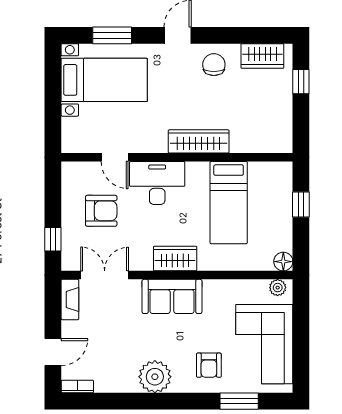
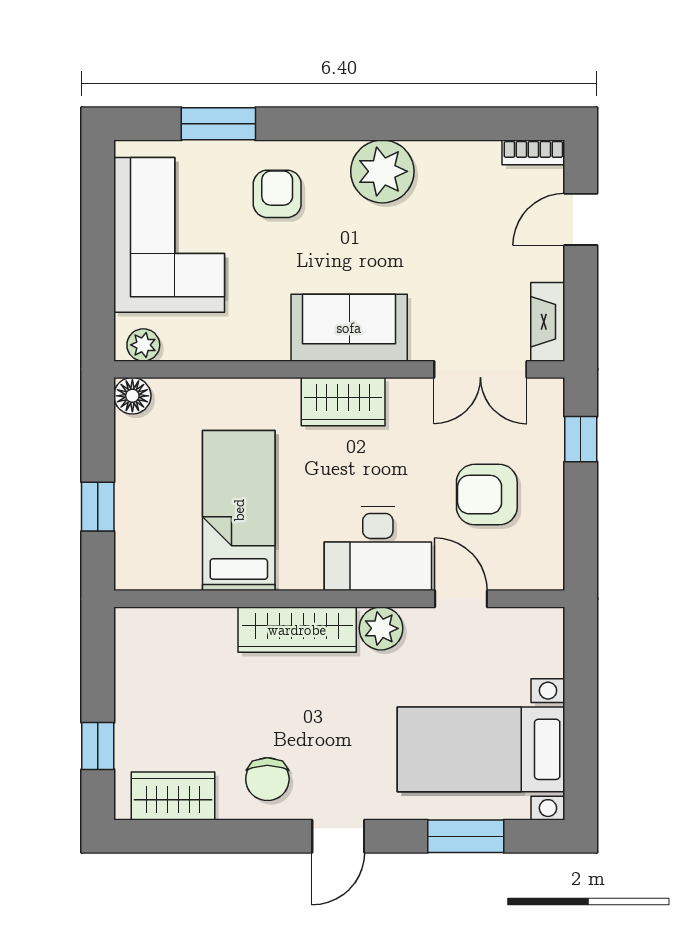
plant: (156, 142) -> (381, 628), added

